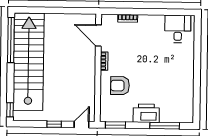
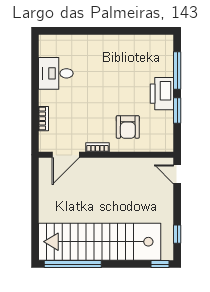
desk: (178, 29) -> (56, 73), moved
window: (54, 124) -> (177, 234), moved
window: (115, 125) -> (177, 110), moved

